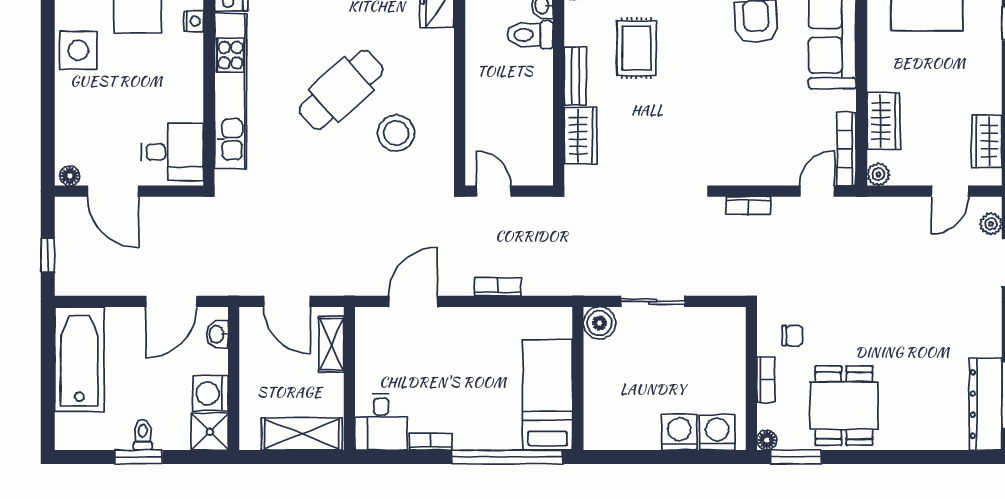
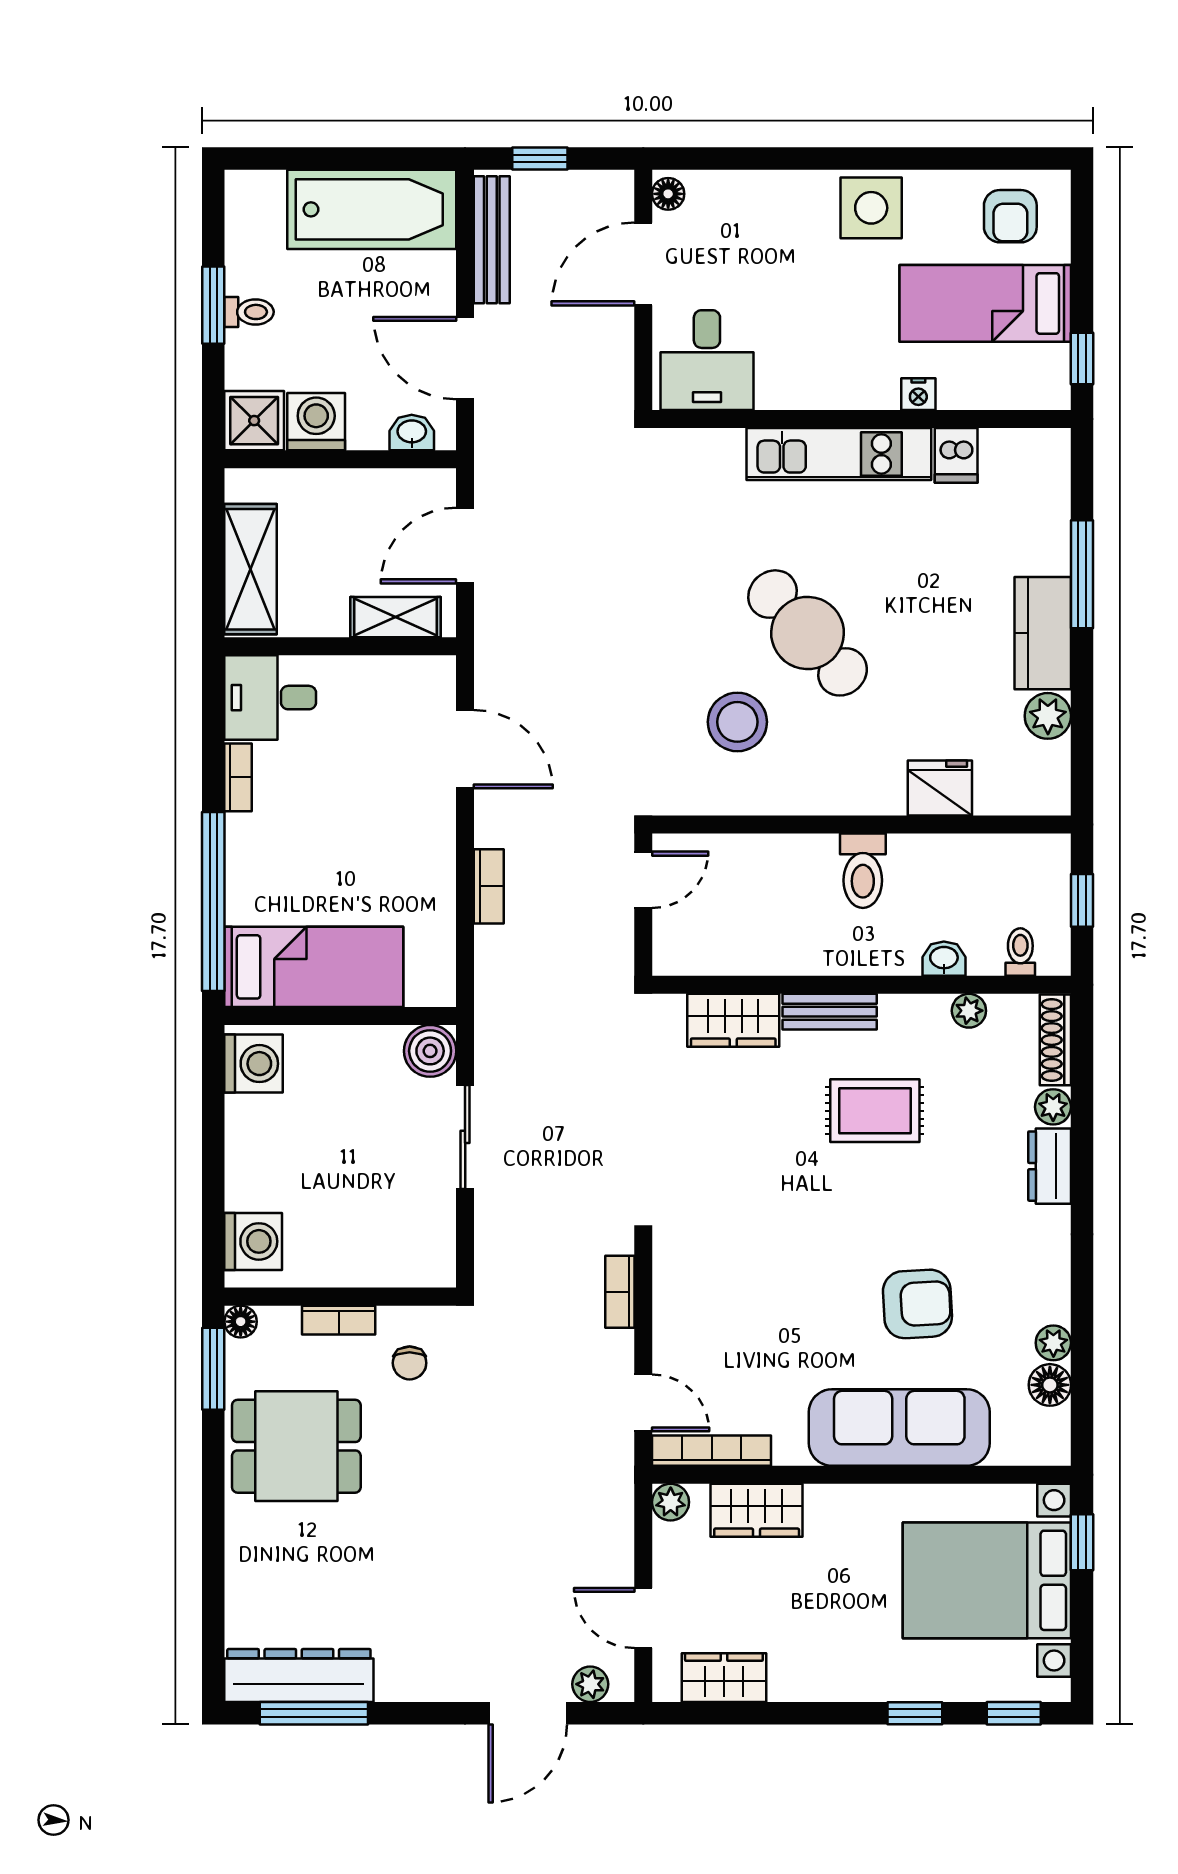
toilet: (530, 35) -> (863, 871), moved, turned 180
kitchen unit: (231, 91) -> (839, 454), width x0.73
bench: (98, 285) -> (492, 240), added
washing machine: (679, 432) -> (254, 1064), moved

